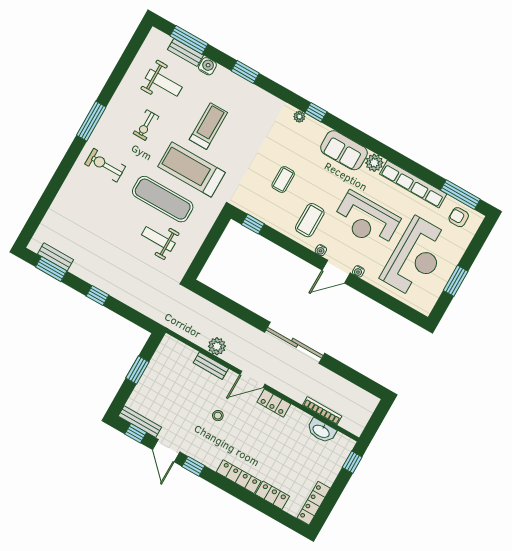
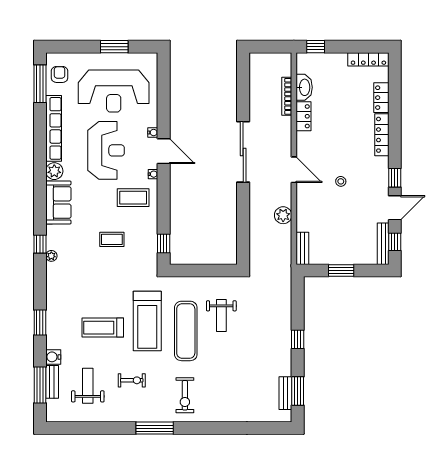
armchair: (459, 217) -> (60, 74), turned 180
reception desk: (416, 257) -> (114, 91), turned 180
bench: (211, 366) -> (302, 248), moved
locker: (274, 403) -> (304, 116), moved

